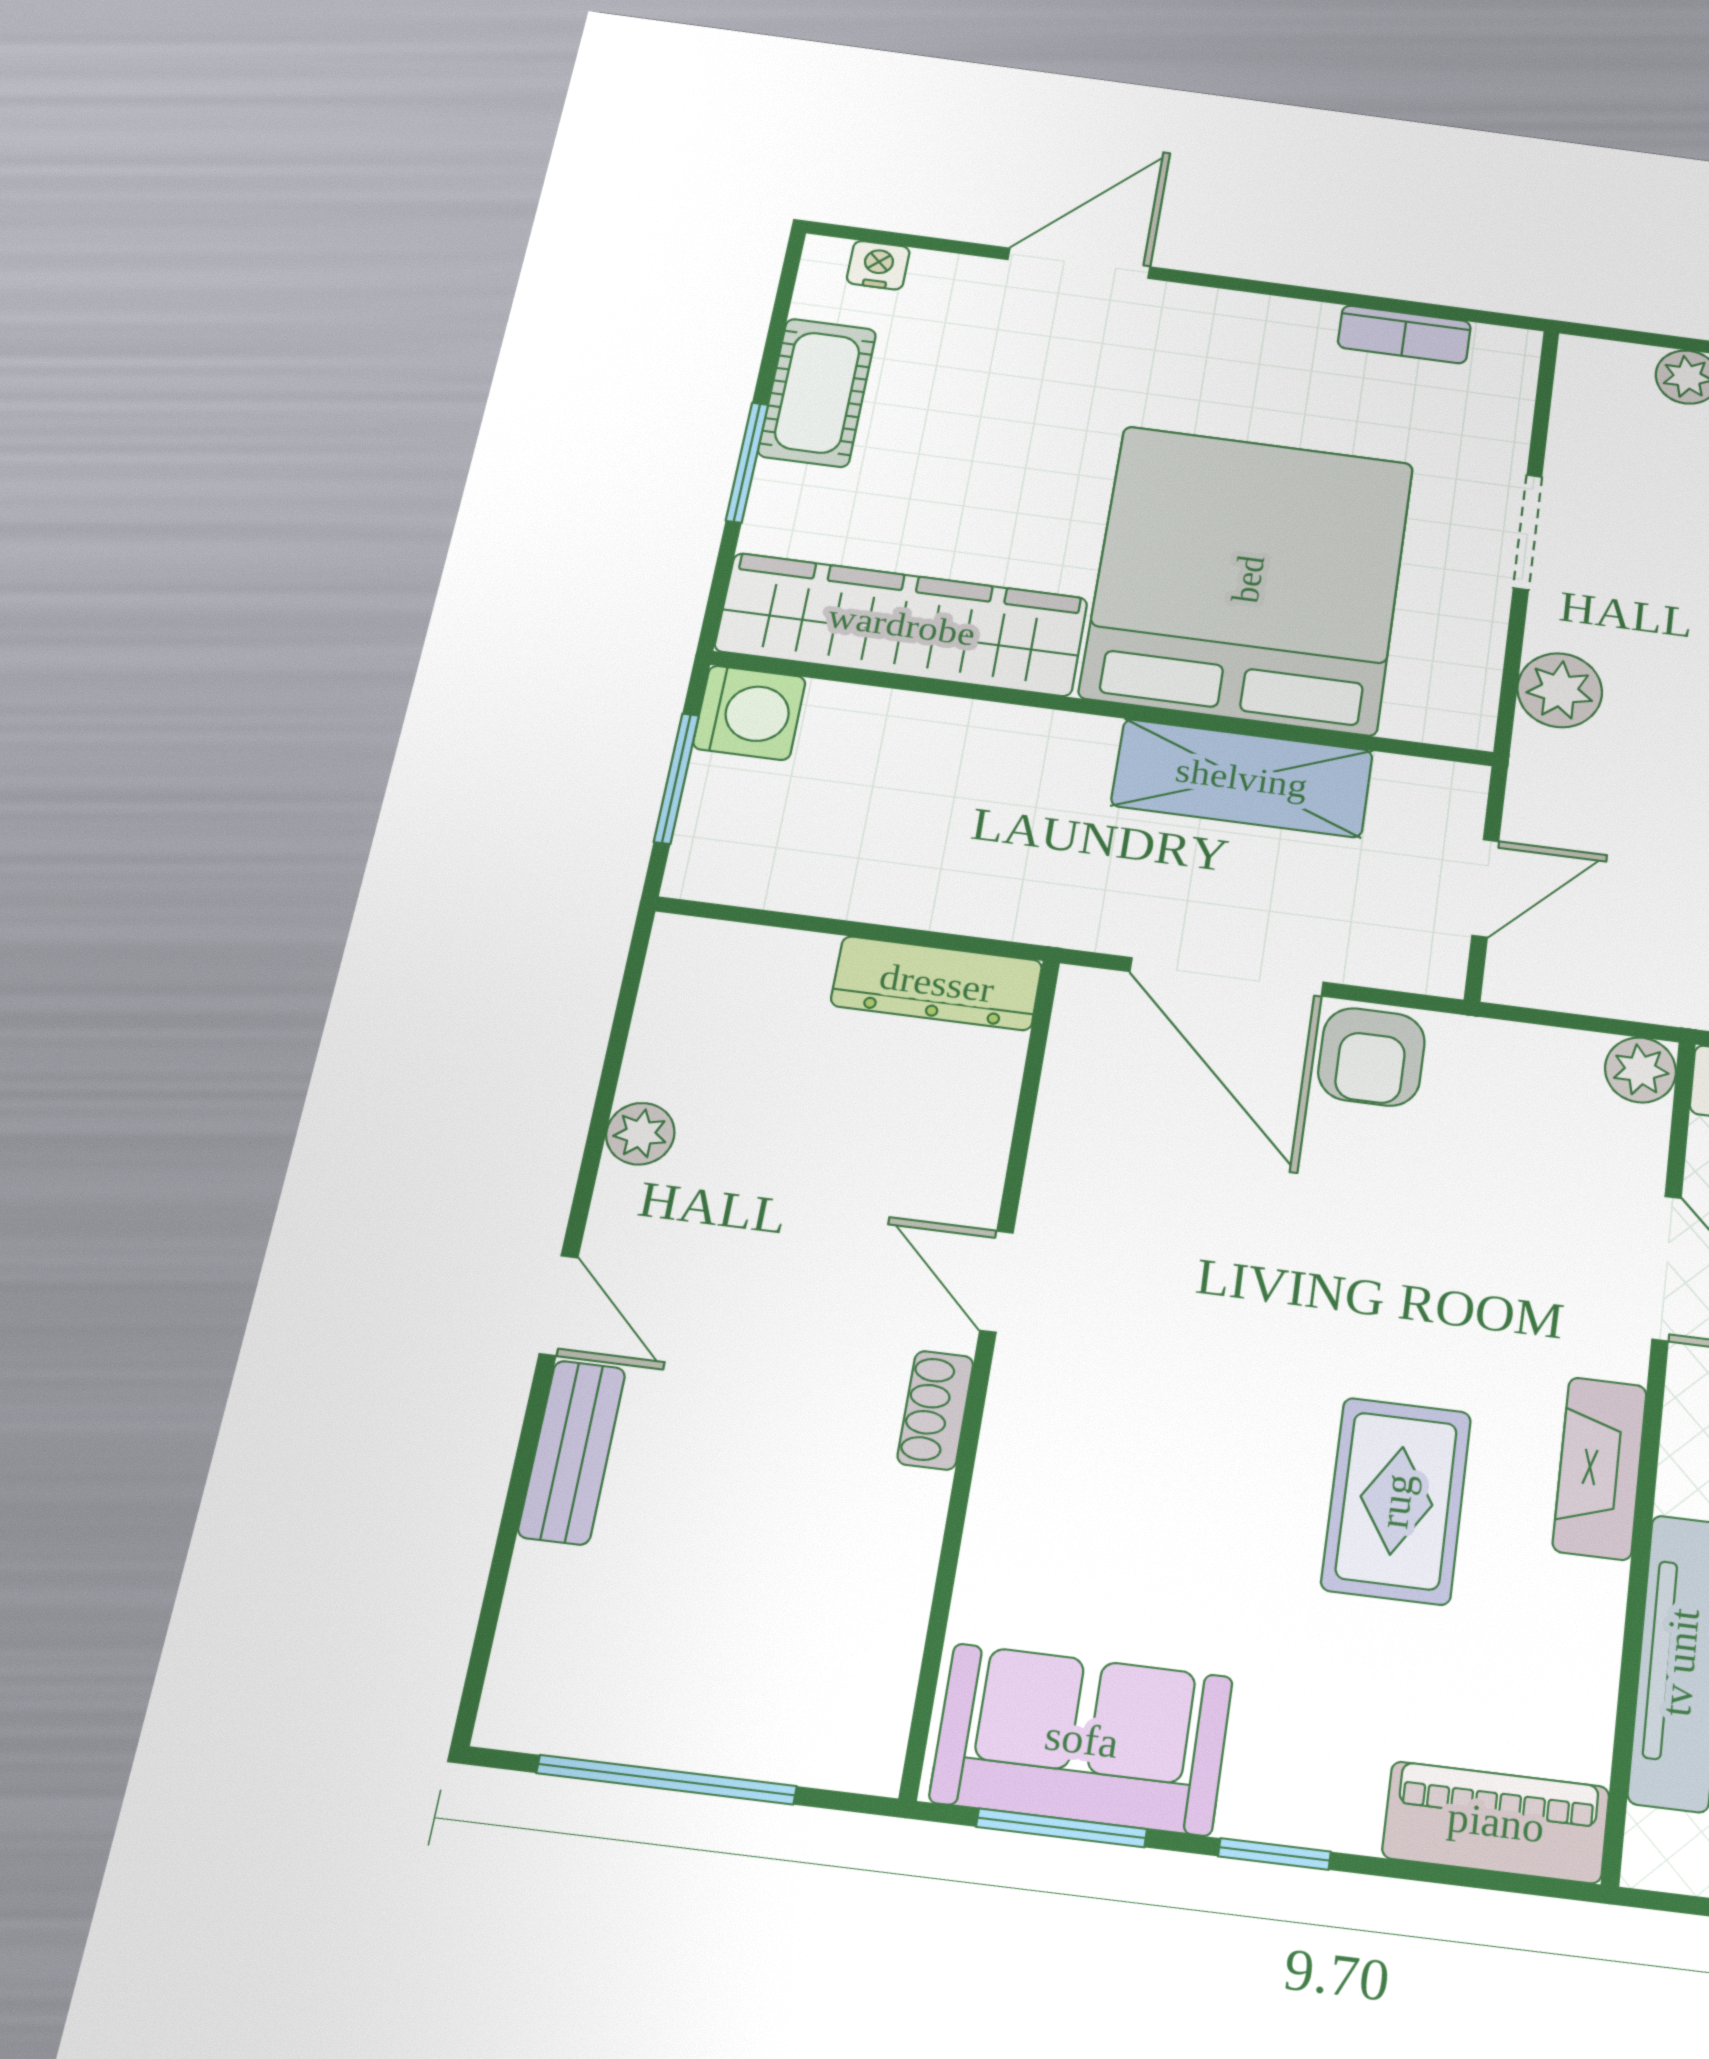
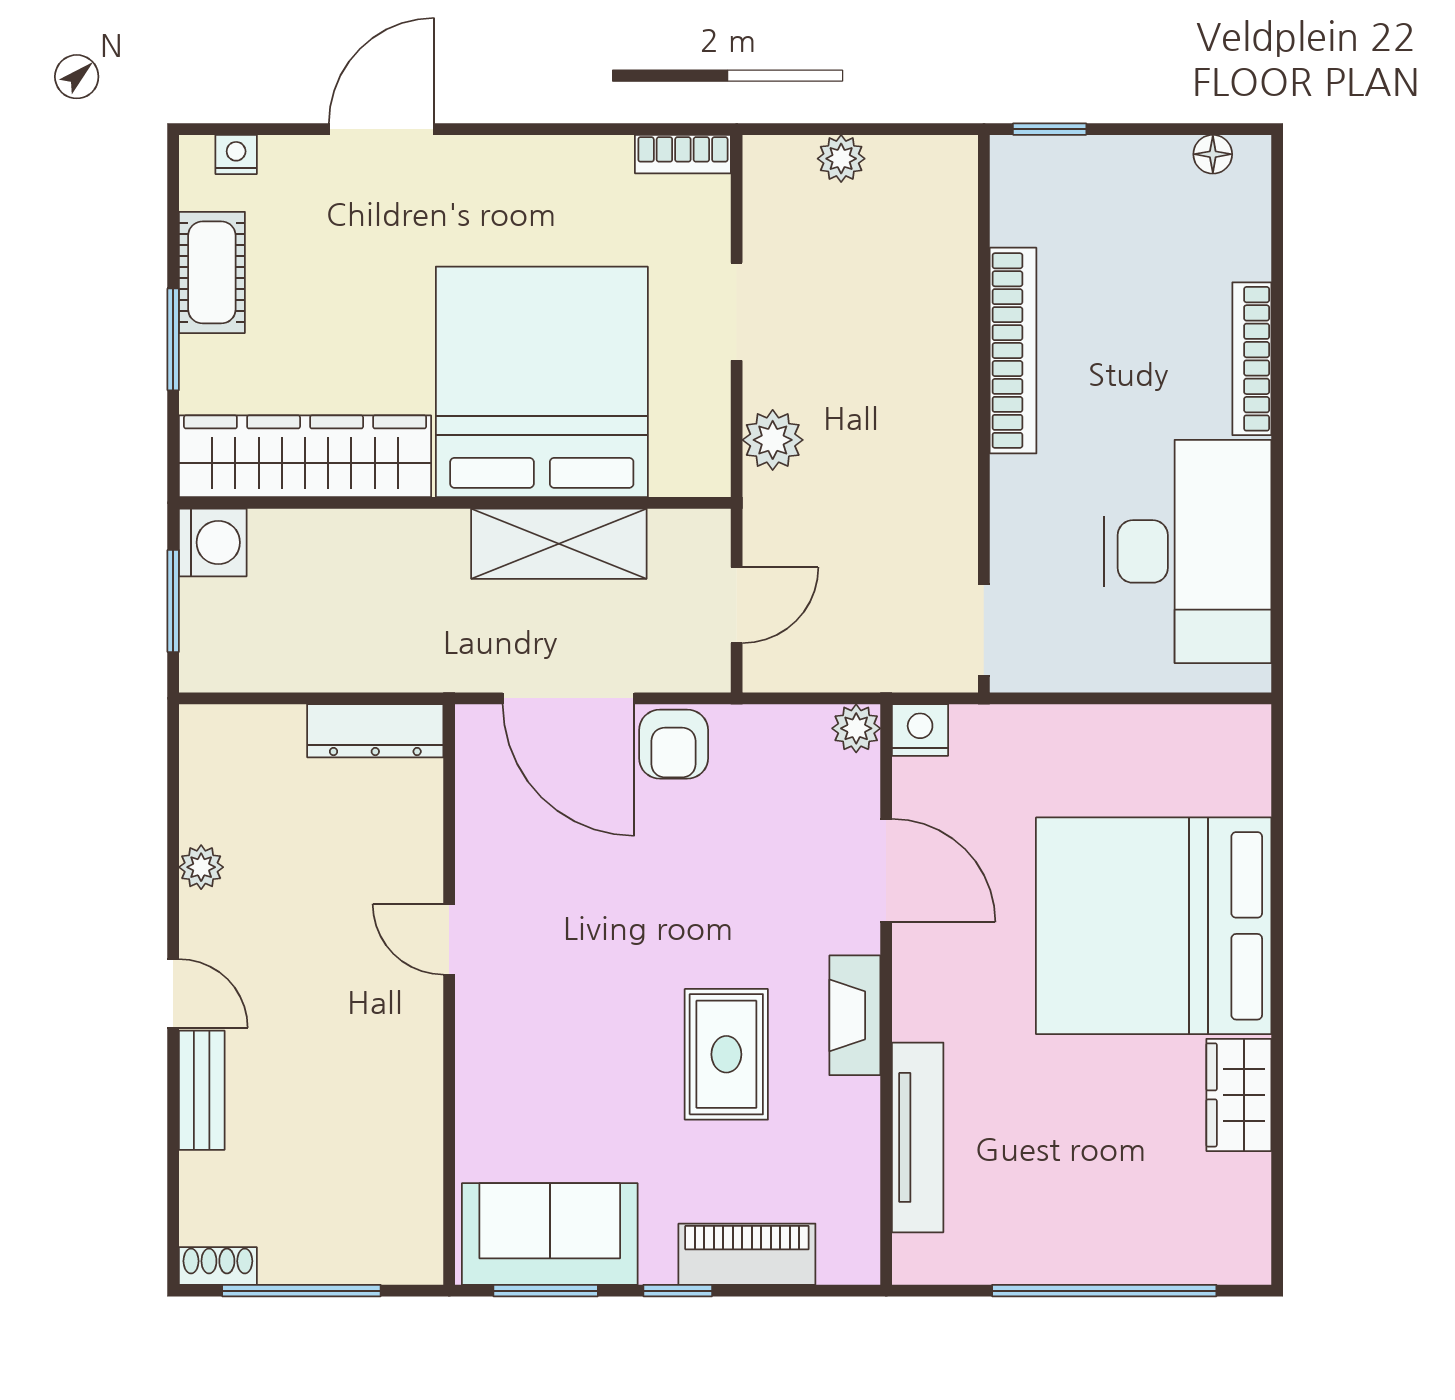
bookcase: (1404, 334) -> (683, 154), moved
shoe rack: (935, 1410) -> (218, 1266), moved, turned 90
piano: (1496, 1822) -> (747, 1254), moved

